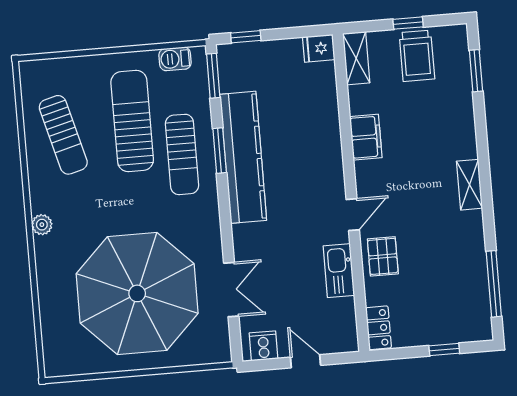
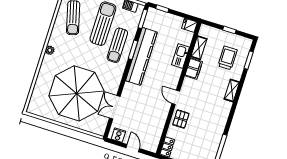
trolley: (417, 56) -> (228, 58), moved, turned 180
shelving: (356, 58) -> (199, 48), moved
shelving: (469, 185) -> (232, 91), moved
door: (353, 215) -> (176, 97), swing flipped
kitchen sink: (339, 271) -> (180, 56), moved
double door: (231, 290) -> (115, 107), swing flipped

